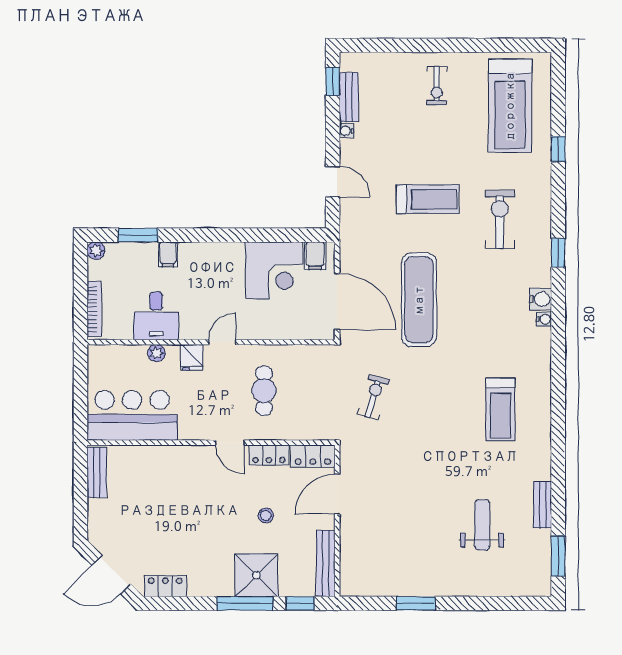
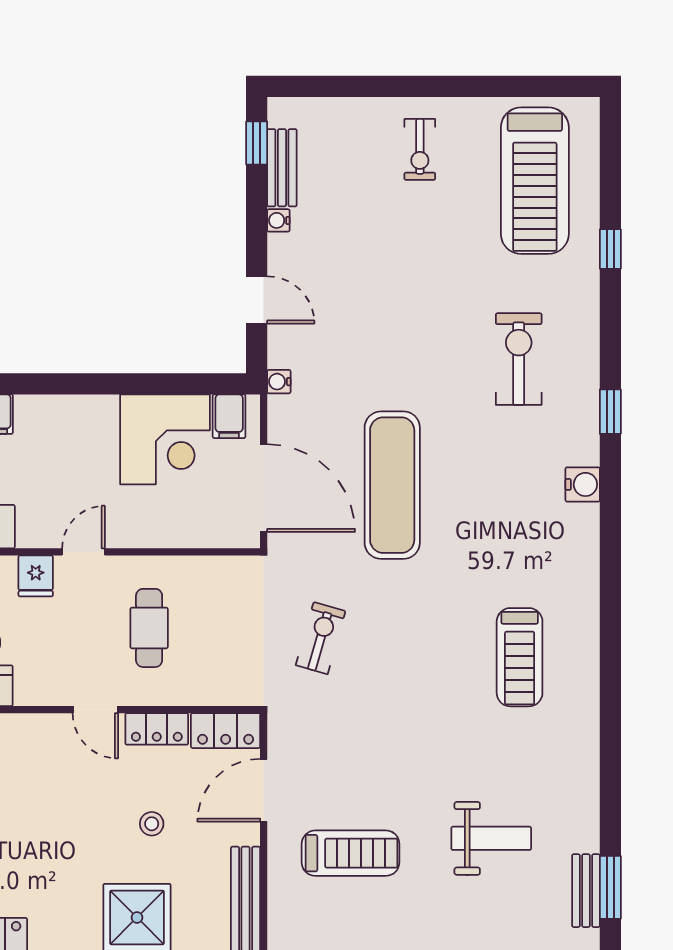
treadmill: (428, 199) -> (351, 853), moved
water cooler: (544, 319) -> (279, 382), moved, turned 180
bench: (543, 505) -> (586, 891), moved
weight bench: (482, 525) -> (491, 838), turned 90

